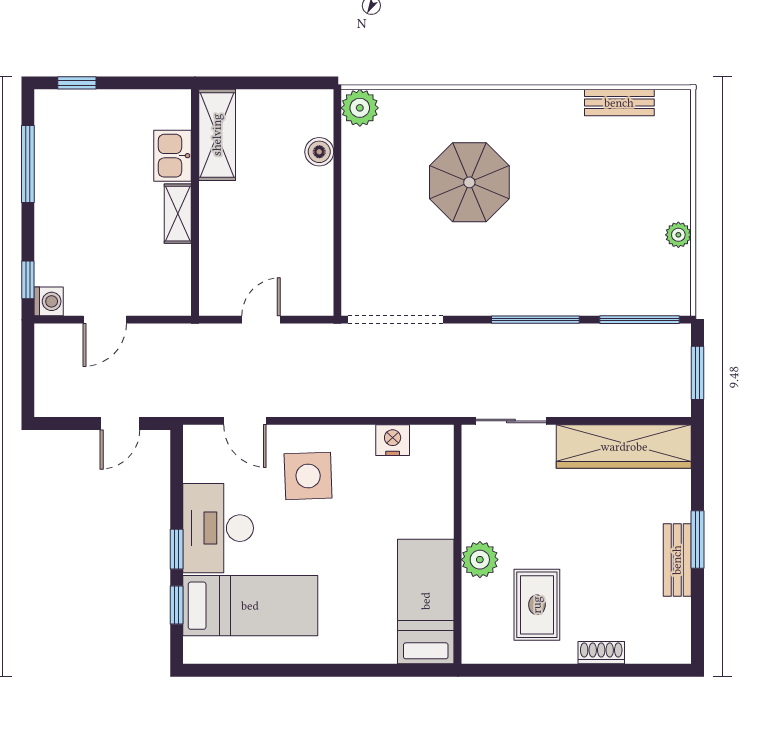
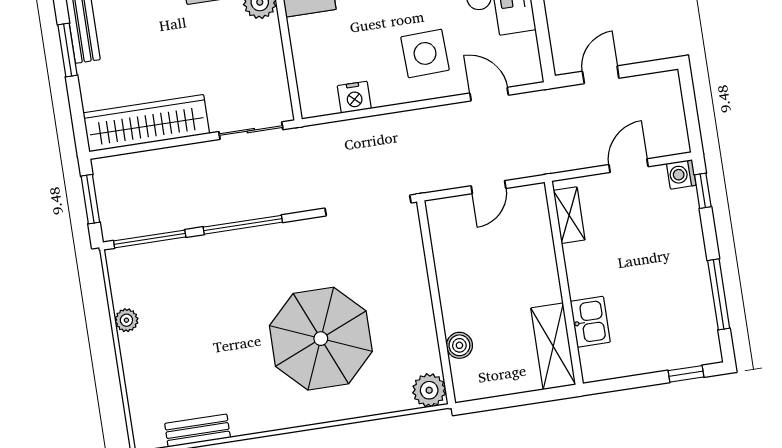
parasol: (469, 182) -> (321, 339), width x1.36, depth x1.36
shelving: (178, 214) -> (569, 215), moved

